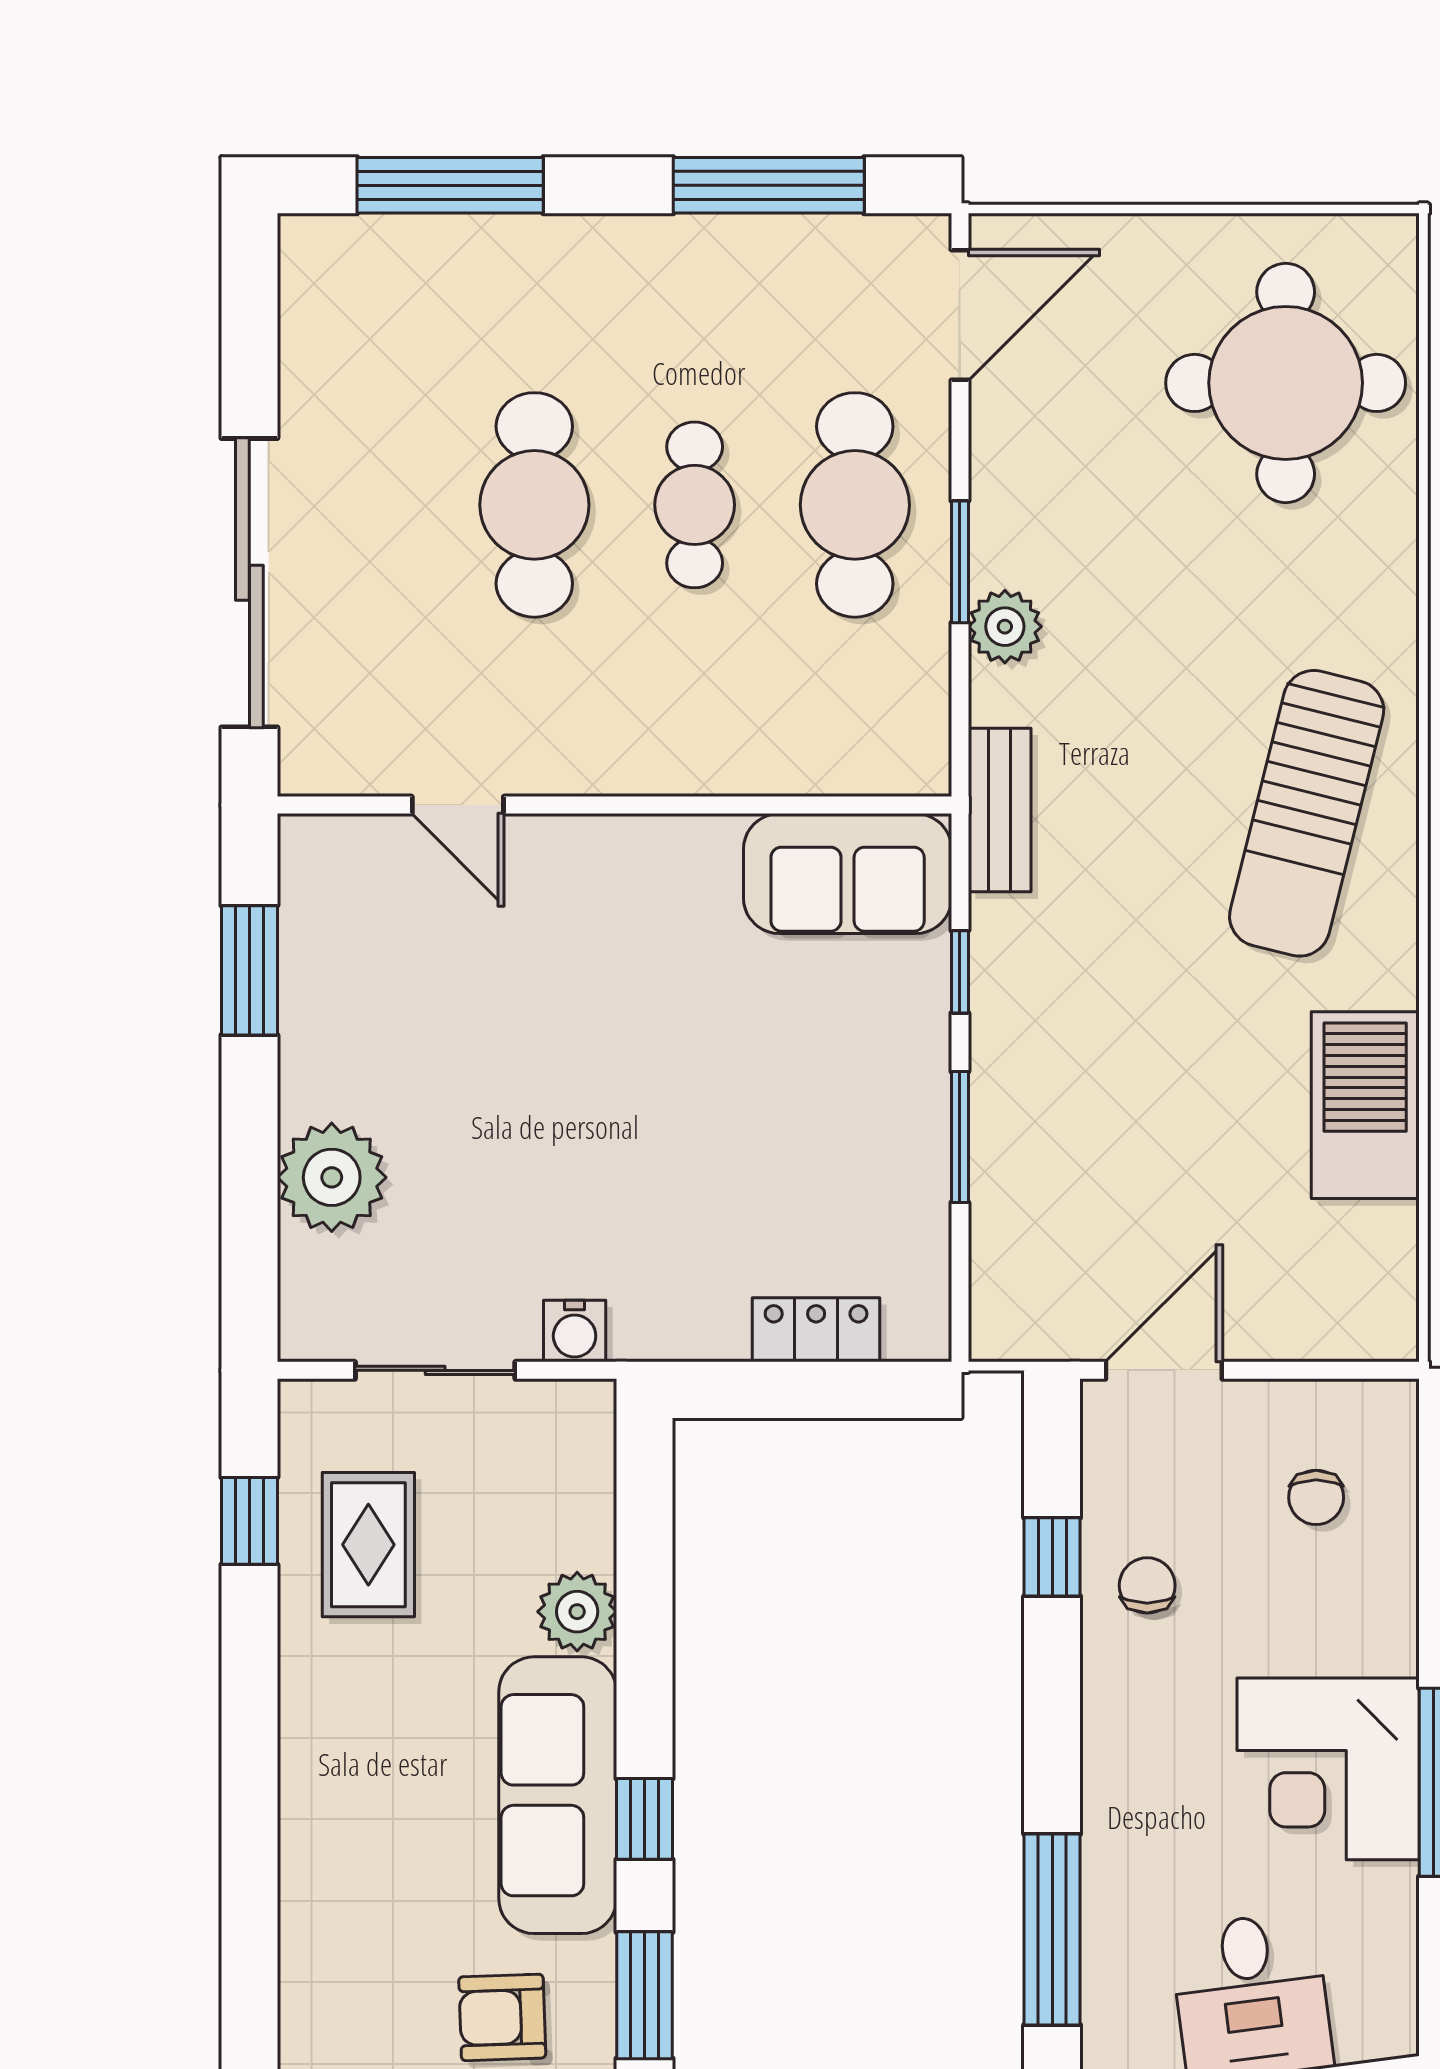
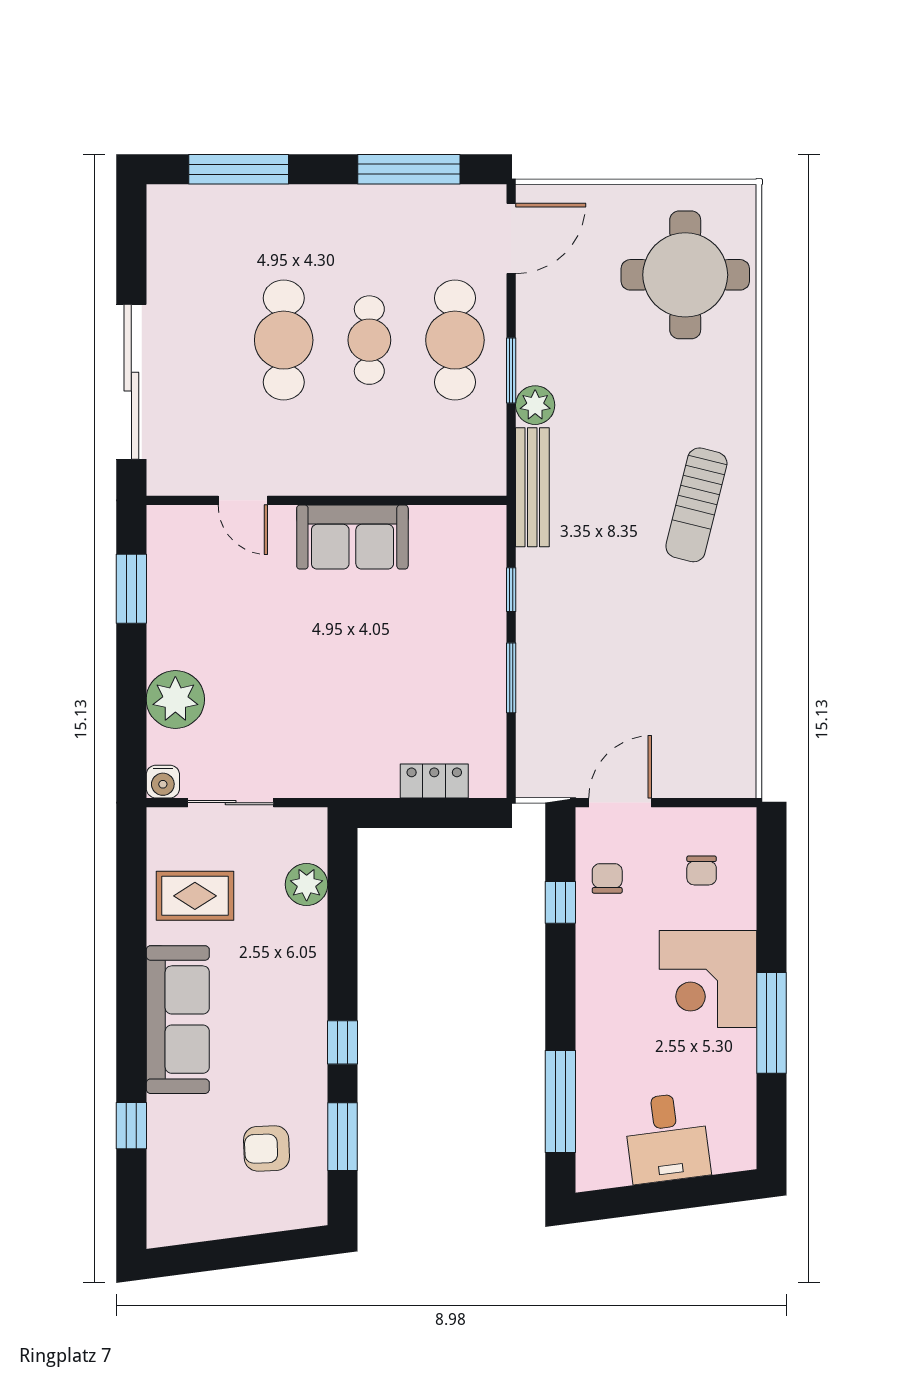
bench: (1000, 810) -> (532, 487), width x1.36
sun lounger: (1307, 813) -> (696, 505), width x0.73, depth x0.75
sofa: (848, 874) -> (352, 537), moved
barbecue: (1365, 1105) -> (728, 661), removed
water cooler: (575, 1331) -> (163, 782), moved
window: (249, 1521) -> (131, 1126), moved
rug: (368, 1545) -> (195, 896), turned 90
chair: (1147, 1585) -> (607, 878), moved
plant: (577, 1612) -> (307, 884), moved
corner desk: (1328, 1769) -> (708, 979), moved
sofa: (558, 1795) -> (178, 1020), moved, turned 180

